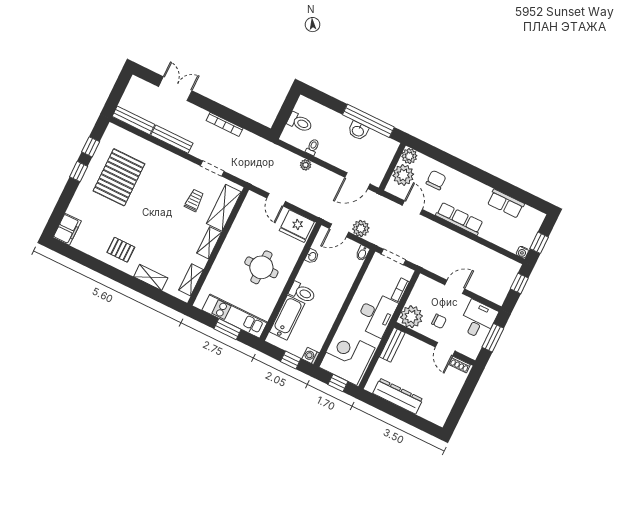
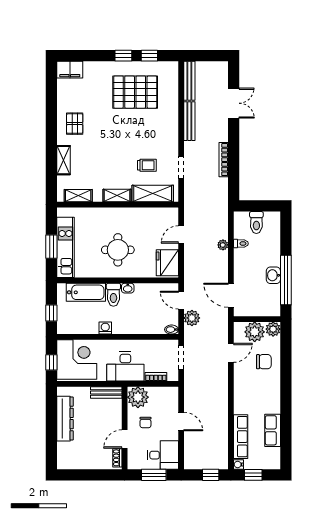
row of seats: (459, 219) -> (241, 437), moved
washbasin: (312, 256) -> (128, 288), moved
washing machine: (311, 356) -> (105, 328), moved

